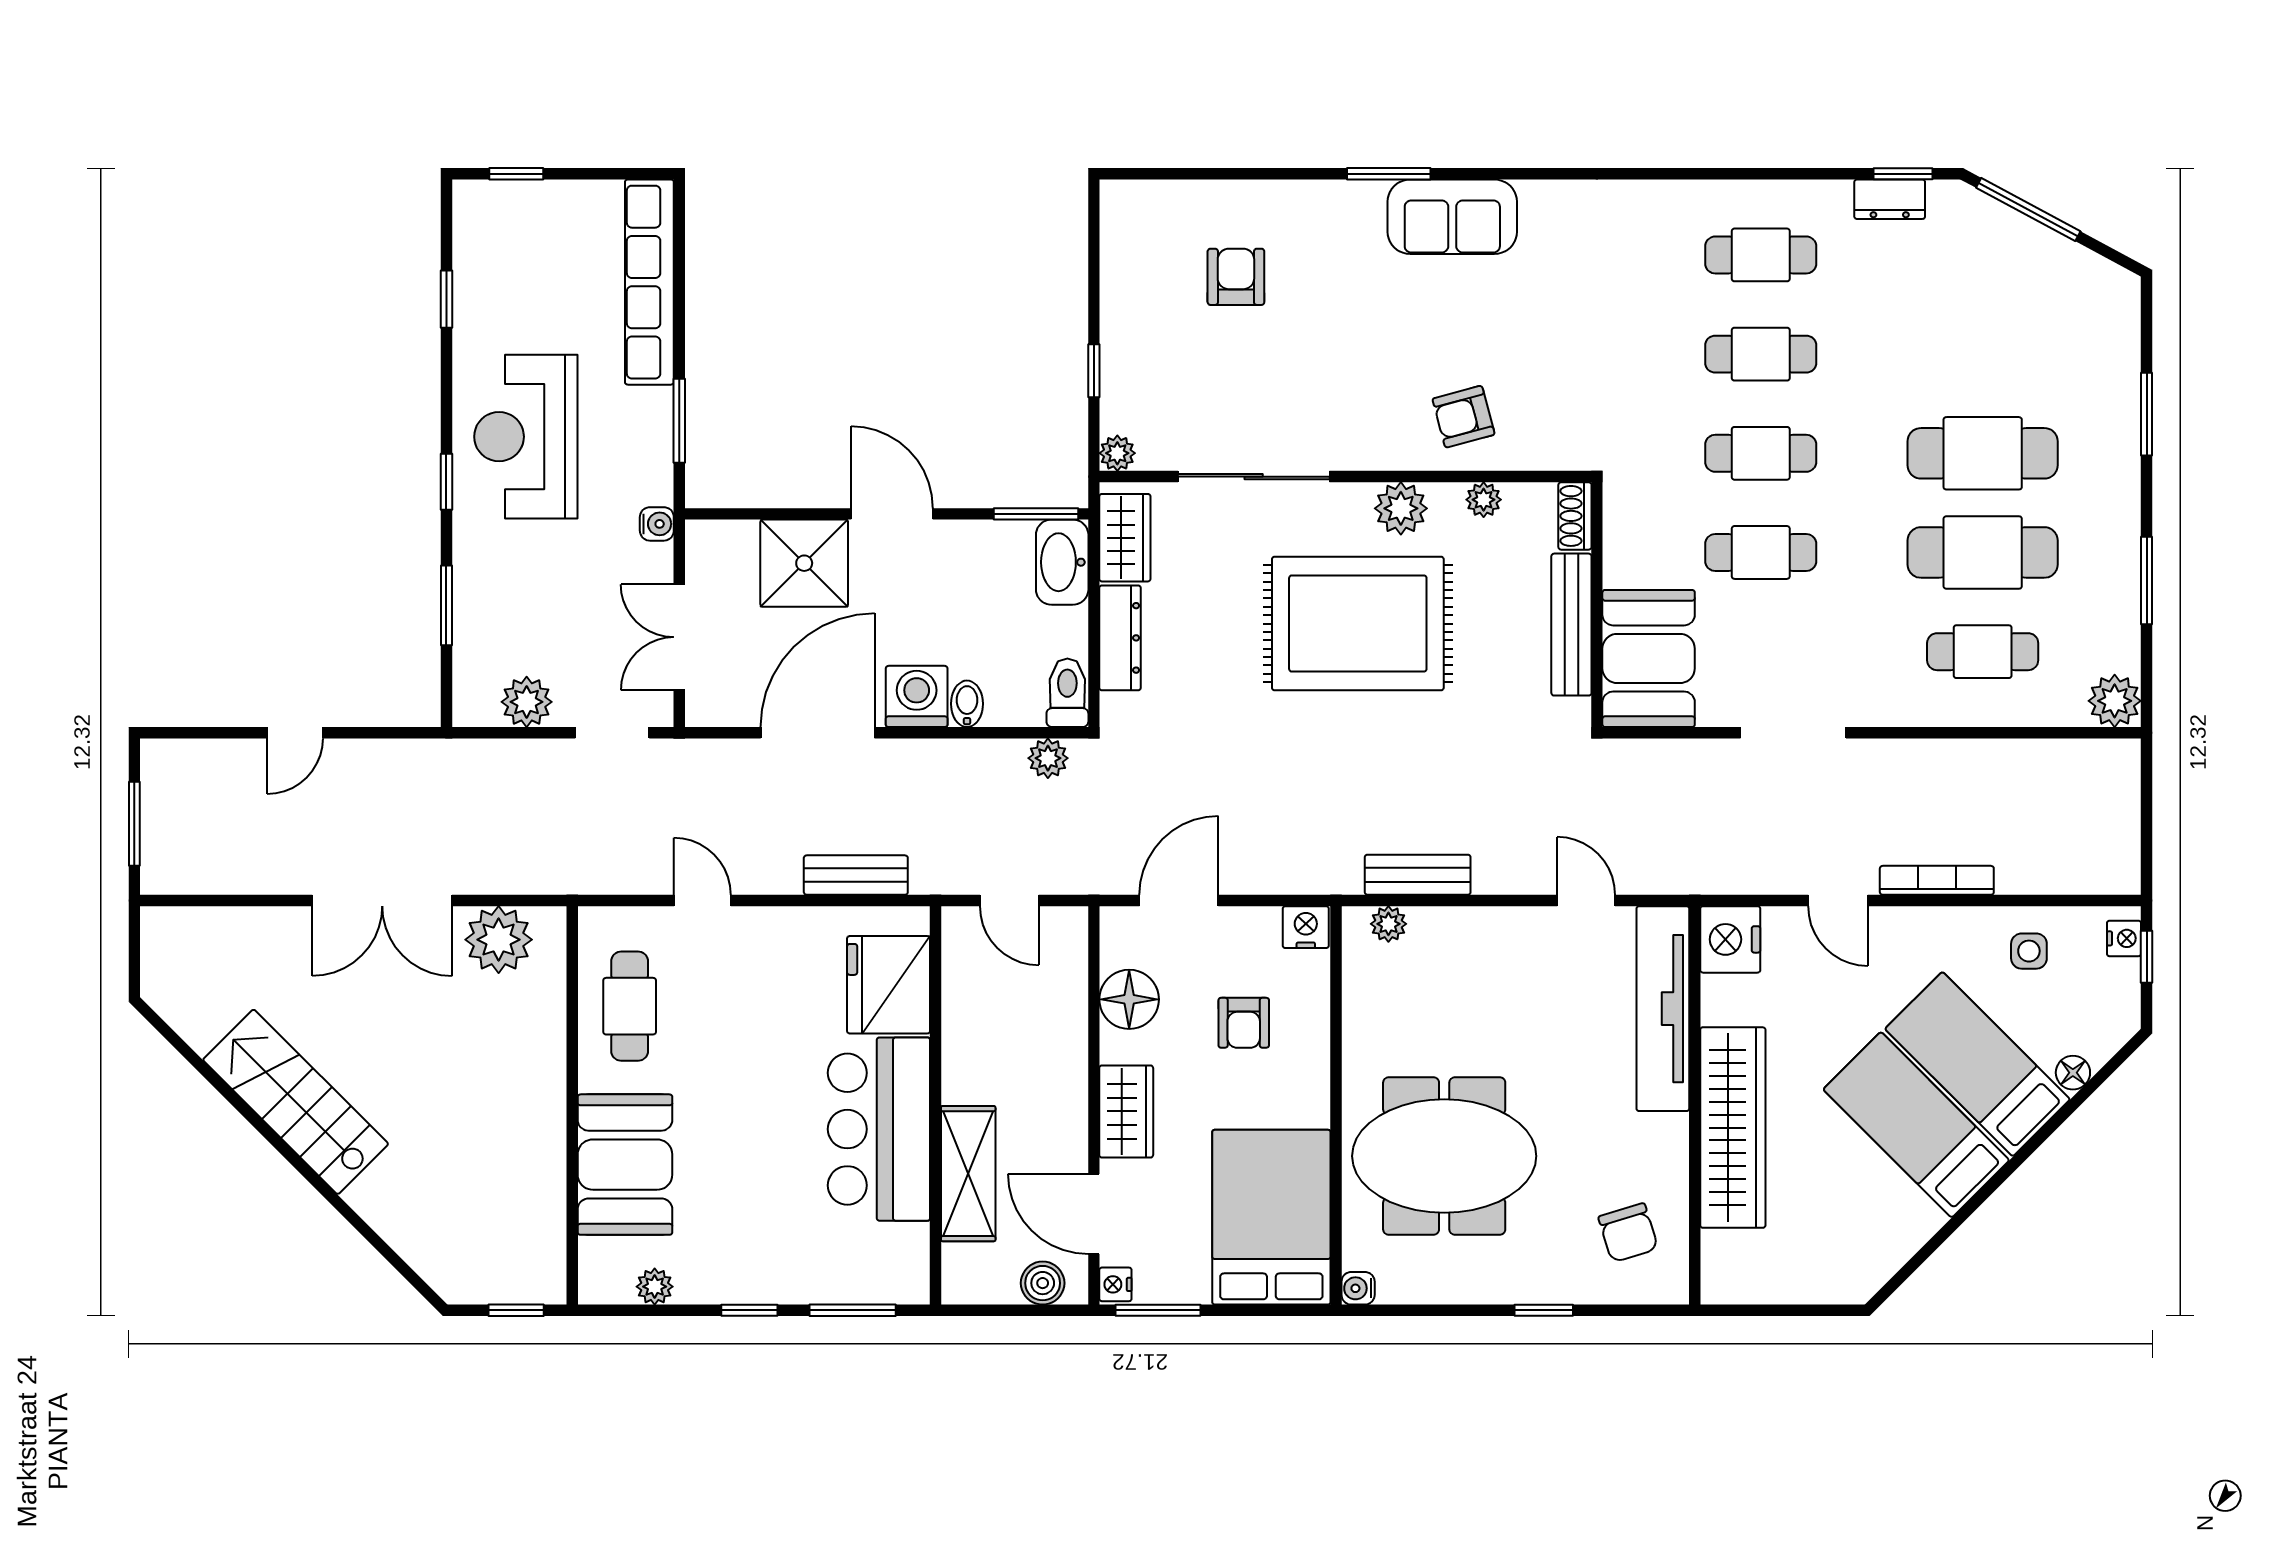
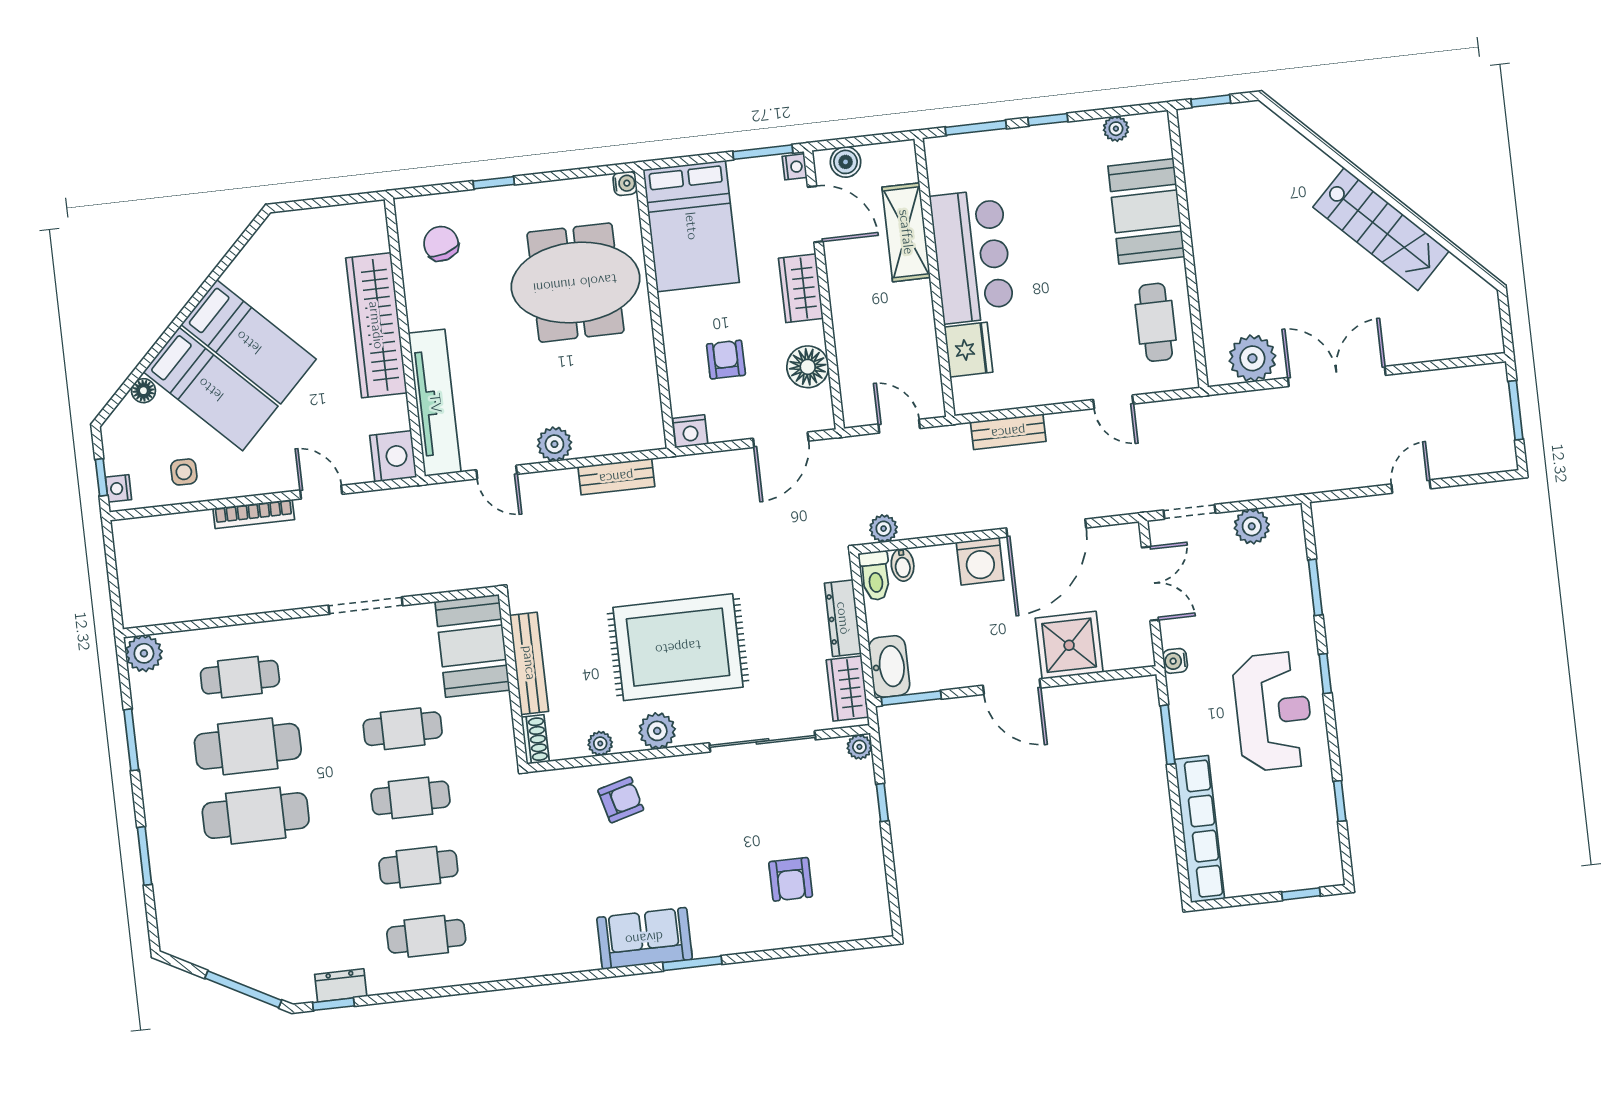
bidet: (967, 704) -> (903, 565), moved
plant: (1388, 924) -> (554, 444), moved, width x1.38, depth x1.38
fridge: (889, 985) -> (968, 350), width x0.73, depth x0.75

